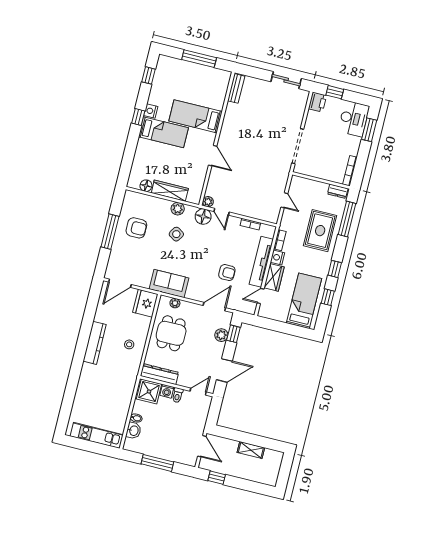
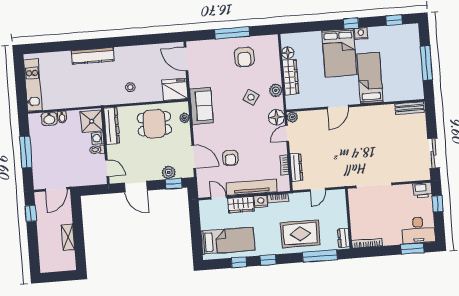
bed: (163, 132) -> (339, 53), width x1.50
dresser: (256, 214) -> (296, 167), added
kitchen counter: (95, 343) -> (93, 56), moved

